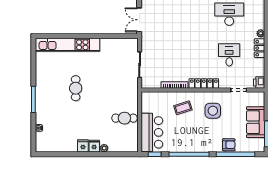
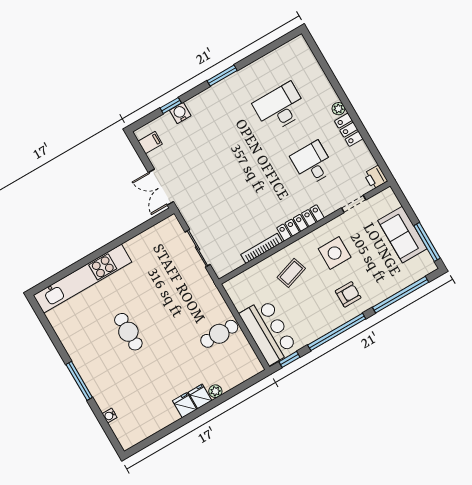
armchair: (229, 145) -> (348, 294), moved

